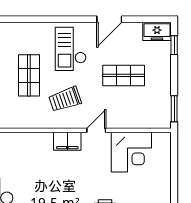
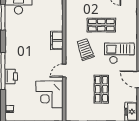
door: (96, 130) -> (64, 71), swing flipped
filing cabinet: (67, 141) -> (57, 40), moved

